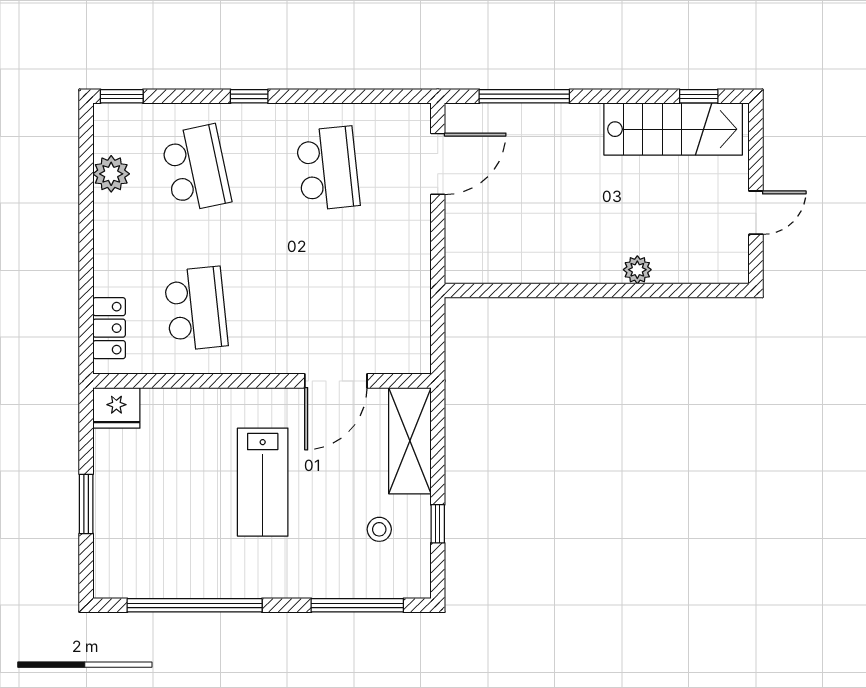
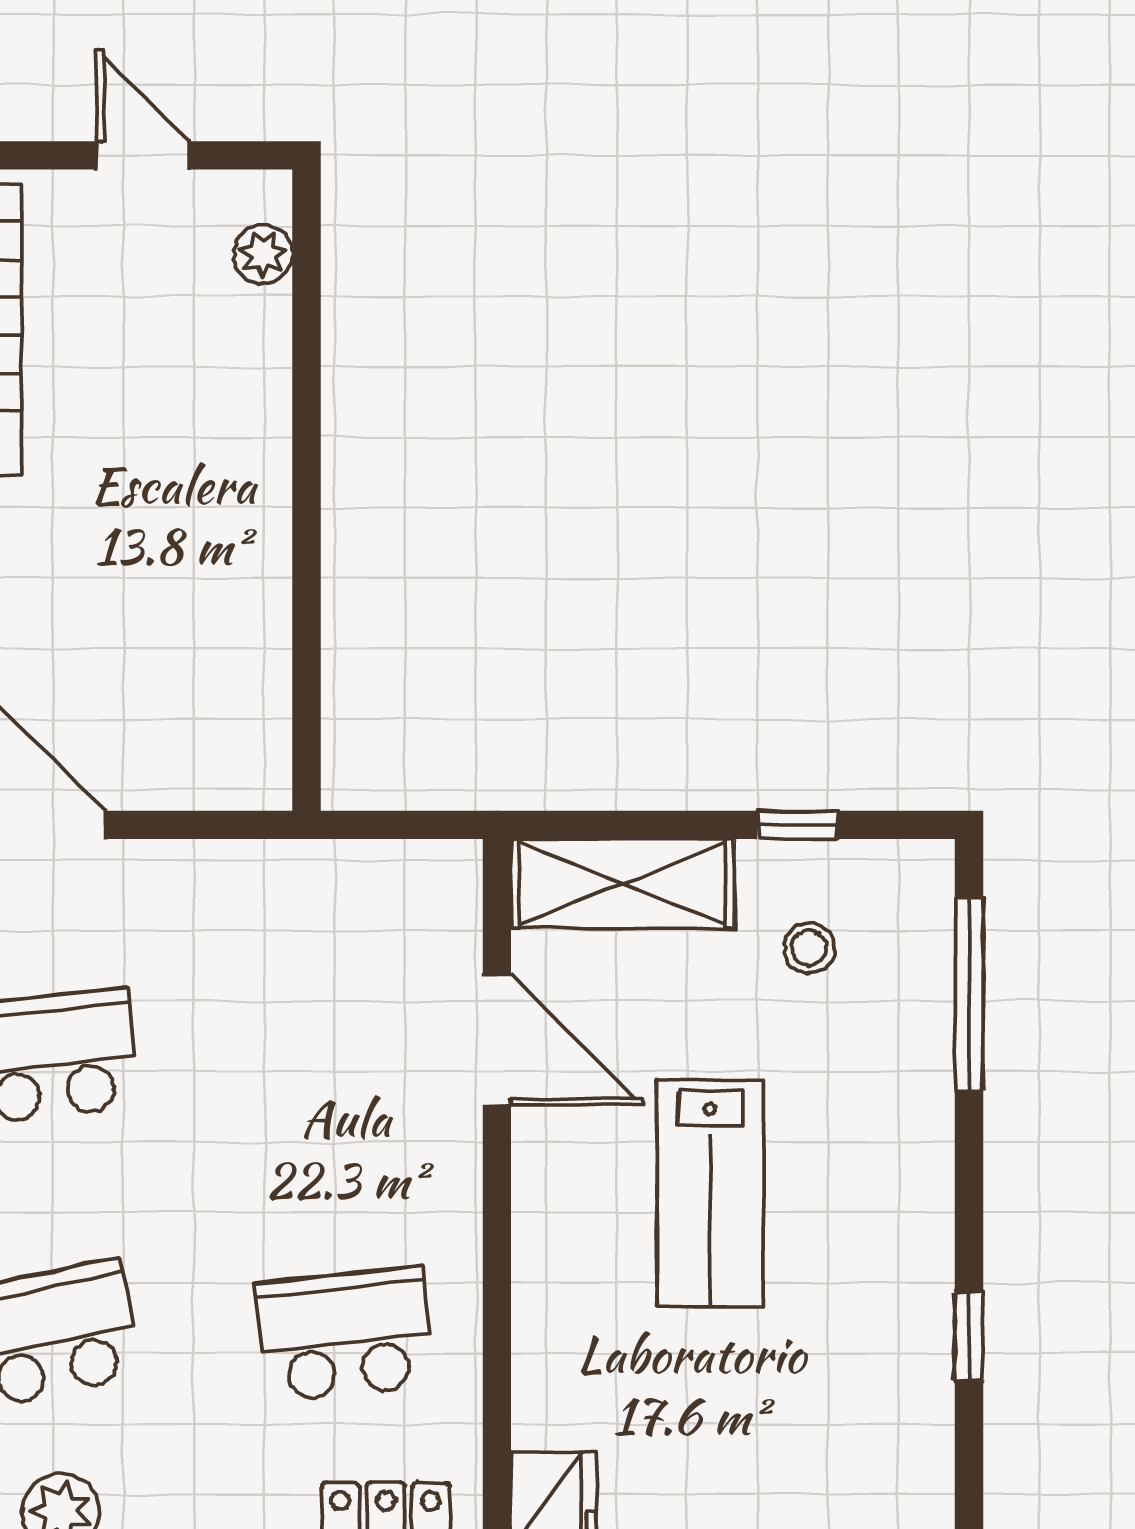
plant: (637, 270) -> (263, 254), moved
lab bench: (263, 482) -> (710, 1193), turned 90
window: (195, 605) -> (969, 1336), width x0.32

